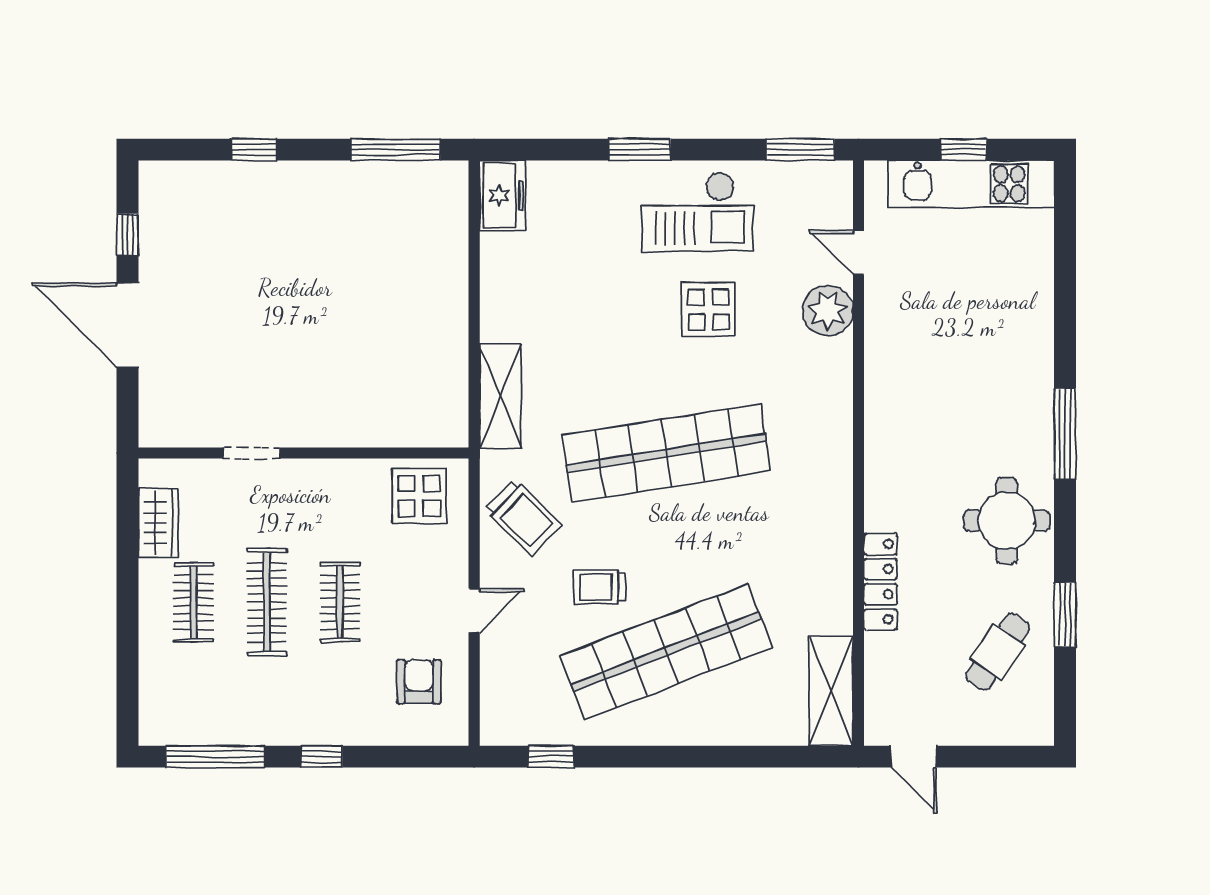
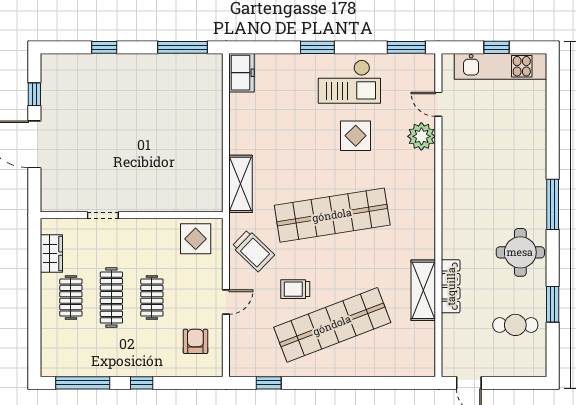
cafe table: (998, 652) -> (515, 325), turned 55
shelving: (831, 691) -> (423, 290), moved

